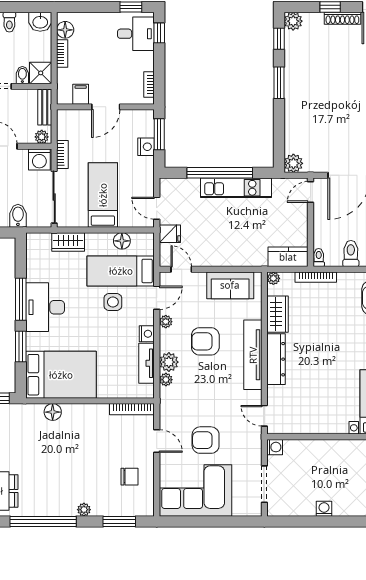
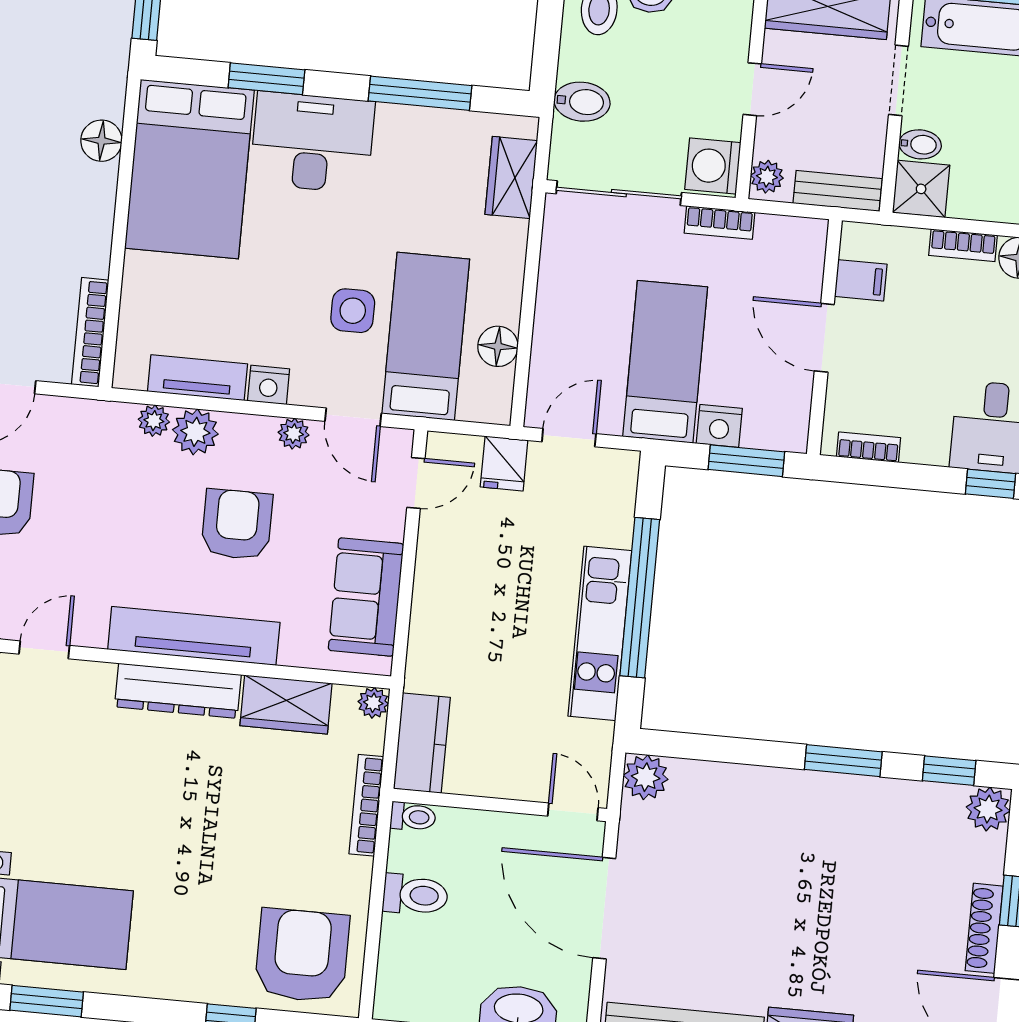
bed: (103, 195) -> (665, 362), moved, turned -90
wardrobe: (68, 242) -> (511, 177), moved
window: (21, 299) -> (420, 93), moved
desk: (45, 307) -> (312, 142), moved

